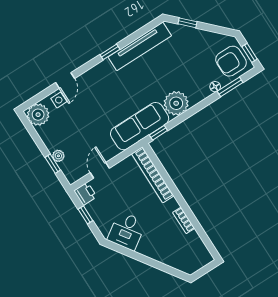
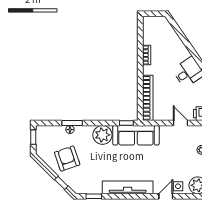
tv unit: (140, 46) -> (128, 187), moved
window: (110, 52) -> (94, 196), moved
armchair: (231, 61) -> (67, 158), moved, turned -109
window: (230, 87) -> (72, 123), moved
door: (100, 170) -> (181, 123), swing flipped

